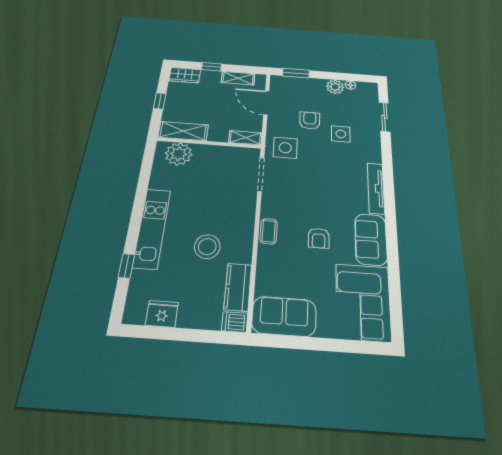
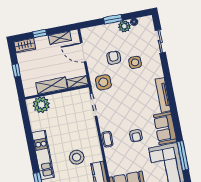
window: (296, 73) -> (113, 19), moved
shelving: (183, 131) -> (52, 86), moved
window: (395, 293) -> (183, 156), added

